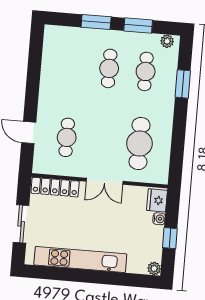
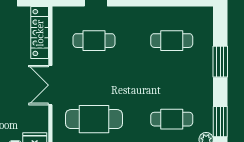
window: (138, 26) -> (220, 122), moved
cafe table: (109, 68) -> (172, 41), moved

